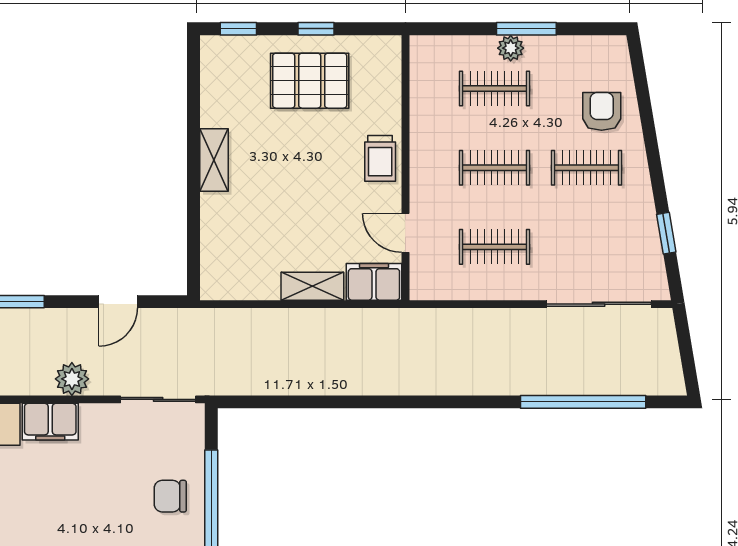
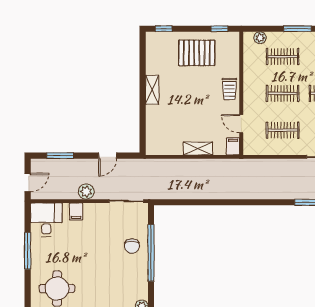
window: (316, 29) -> (219, 29), moved
plant: (511, 48) -> (260, 38), moved
filing cabinet: (374, 282) -> (233, 146), width x0.50
filing cabinet: (50, 422) -> (76, 211), width x0.50
chair: (170, 496) -> (132, 246), turned -90

